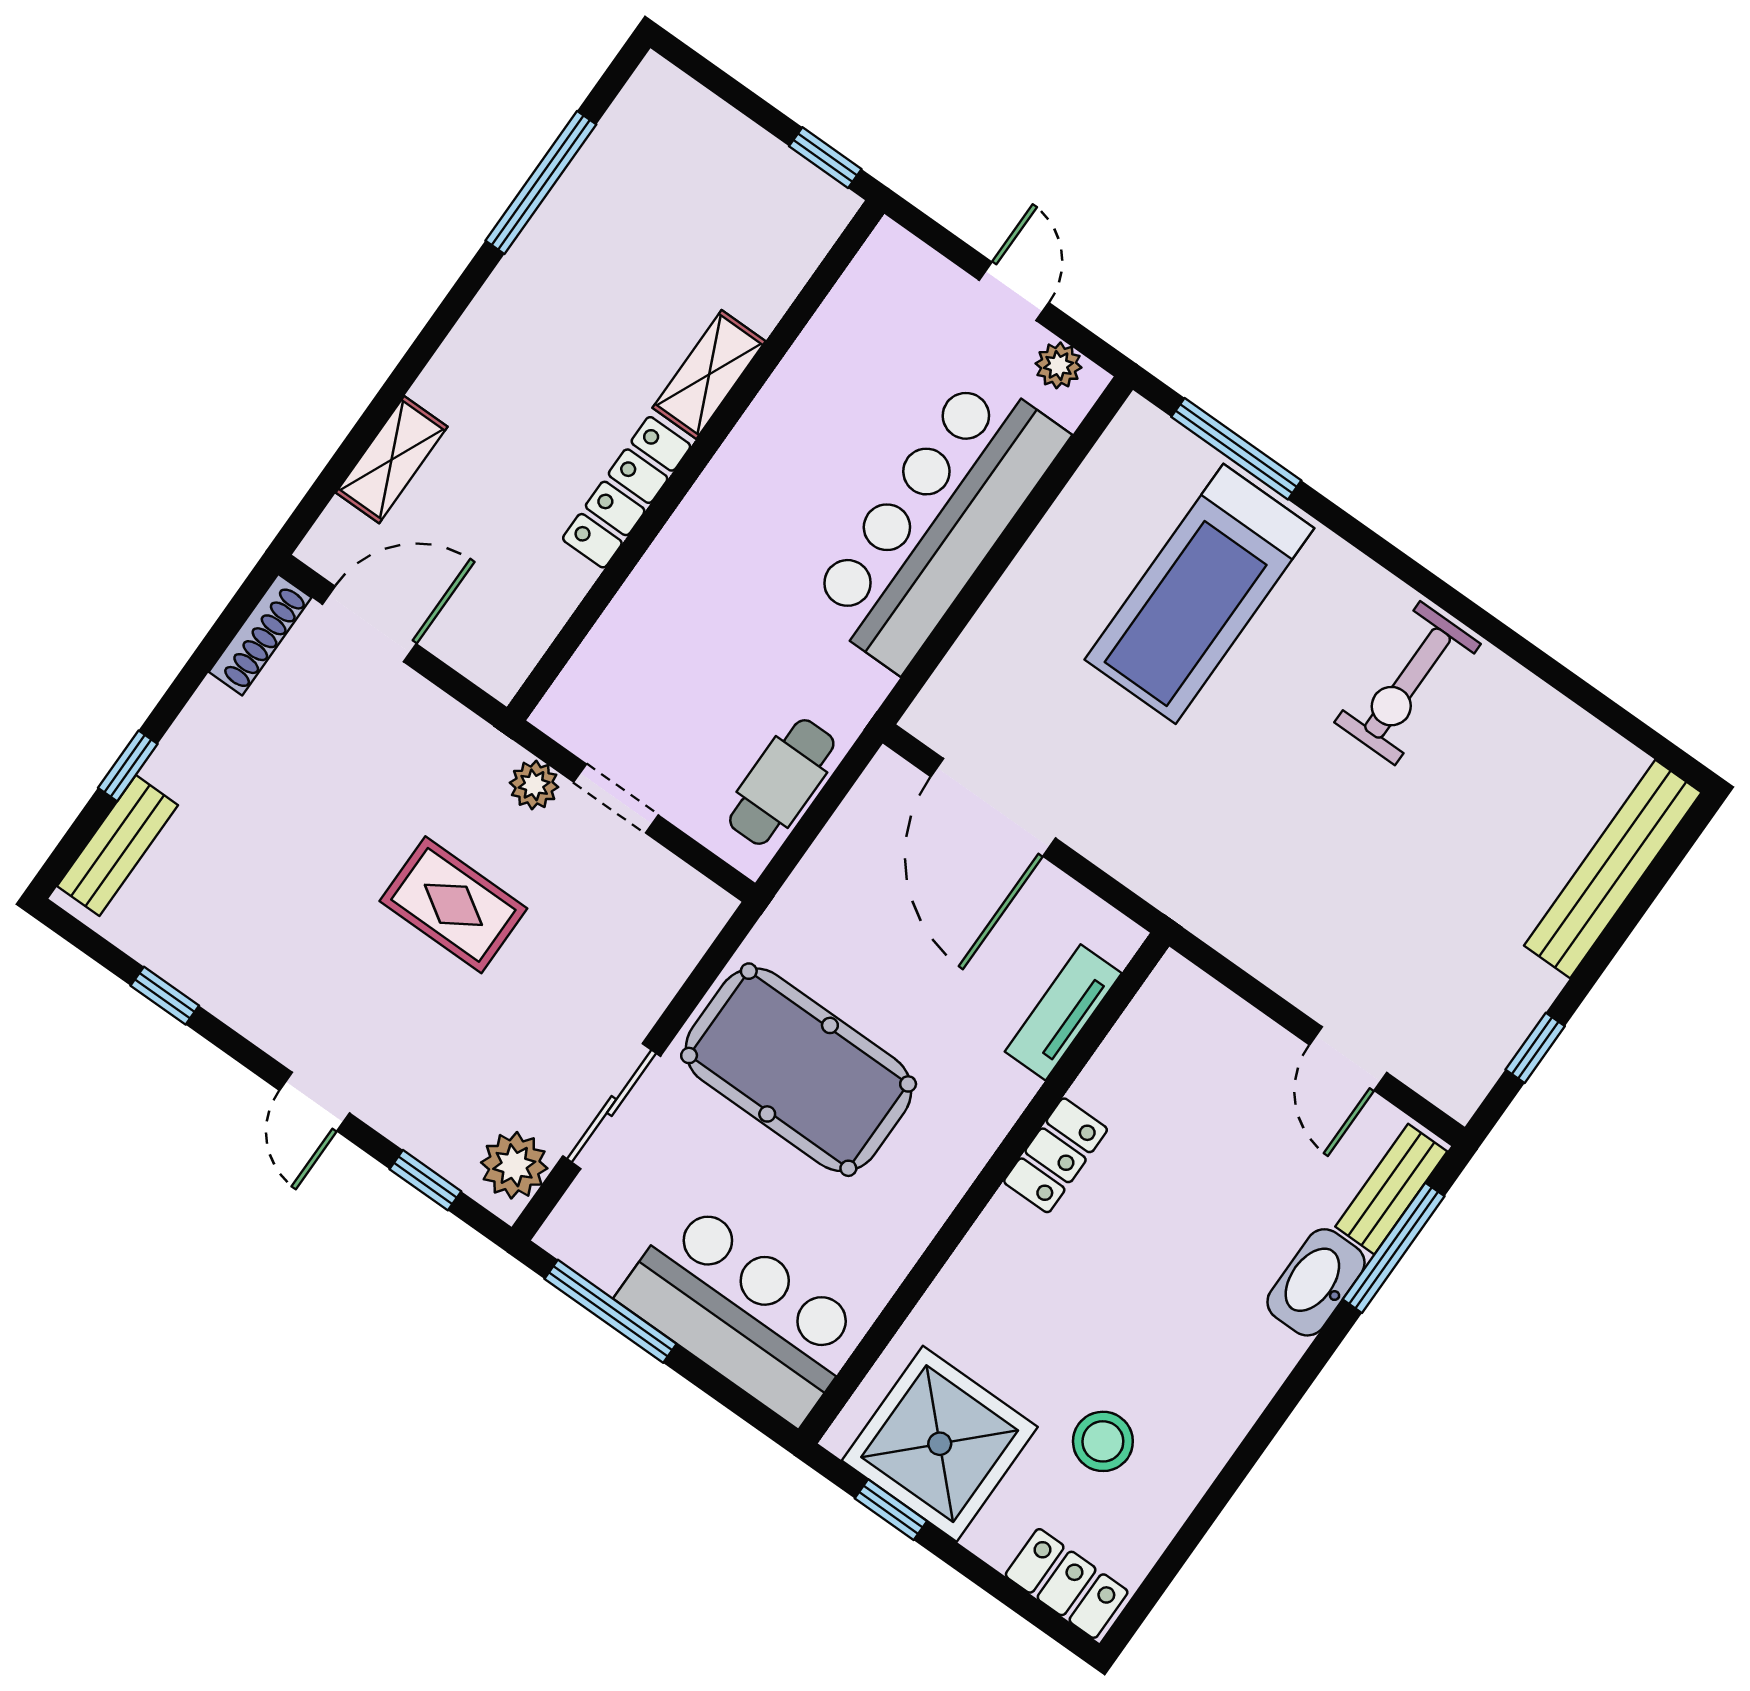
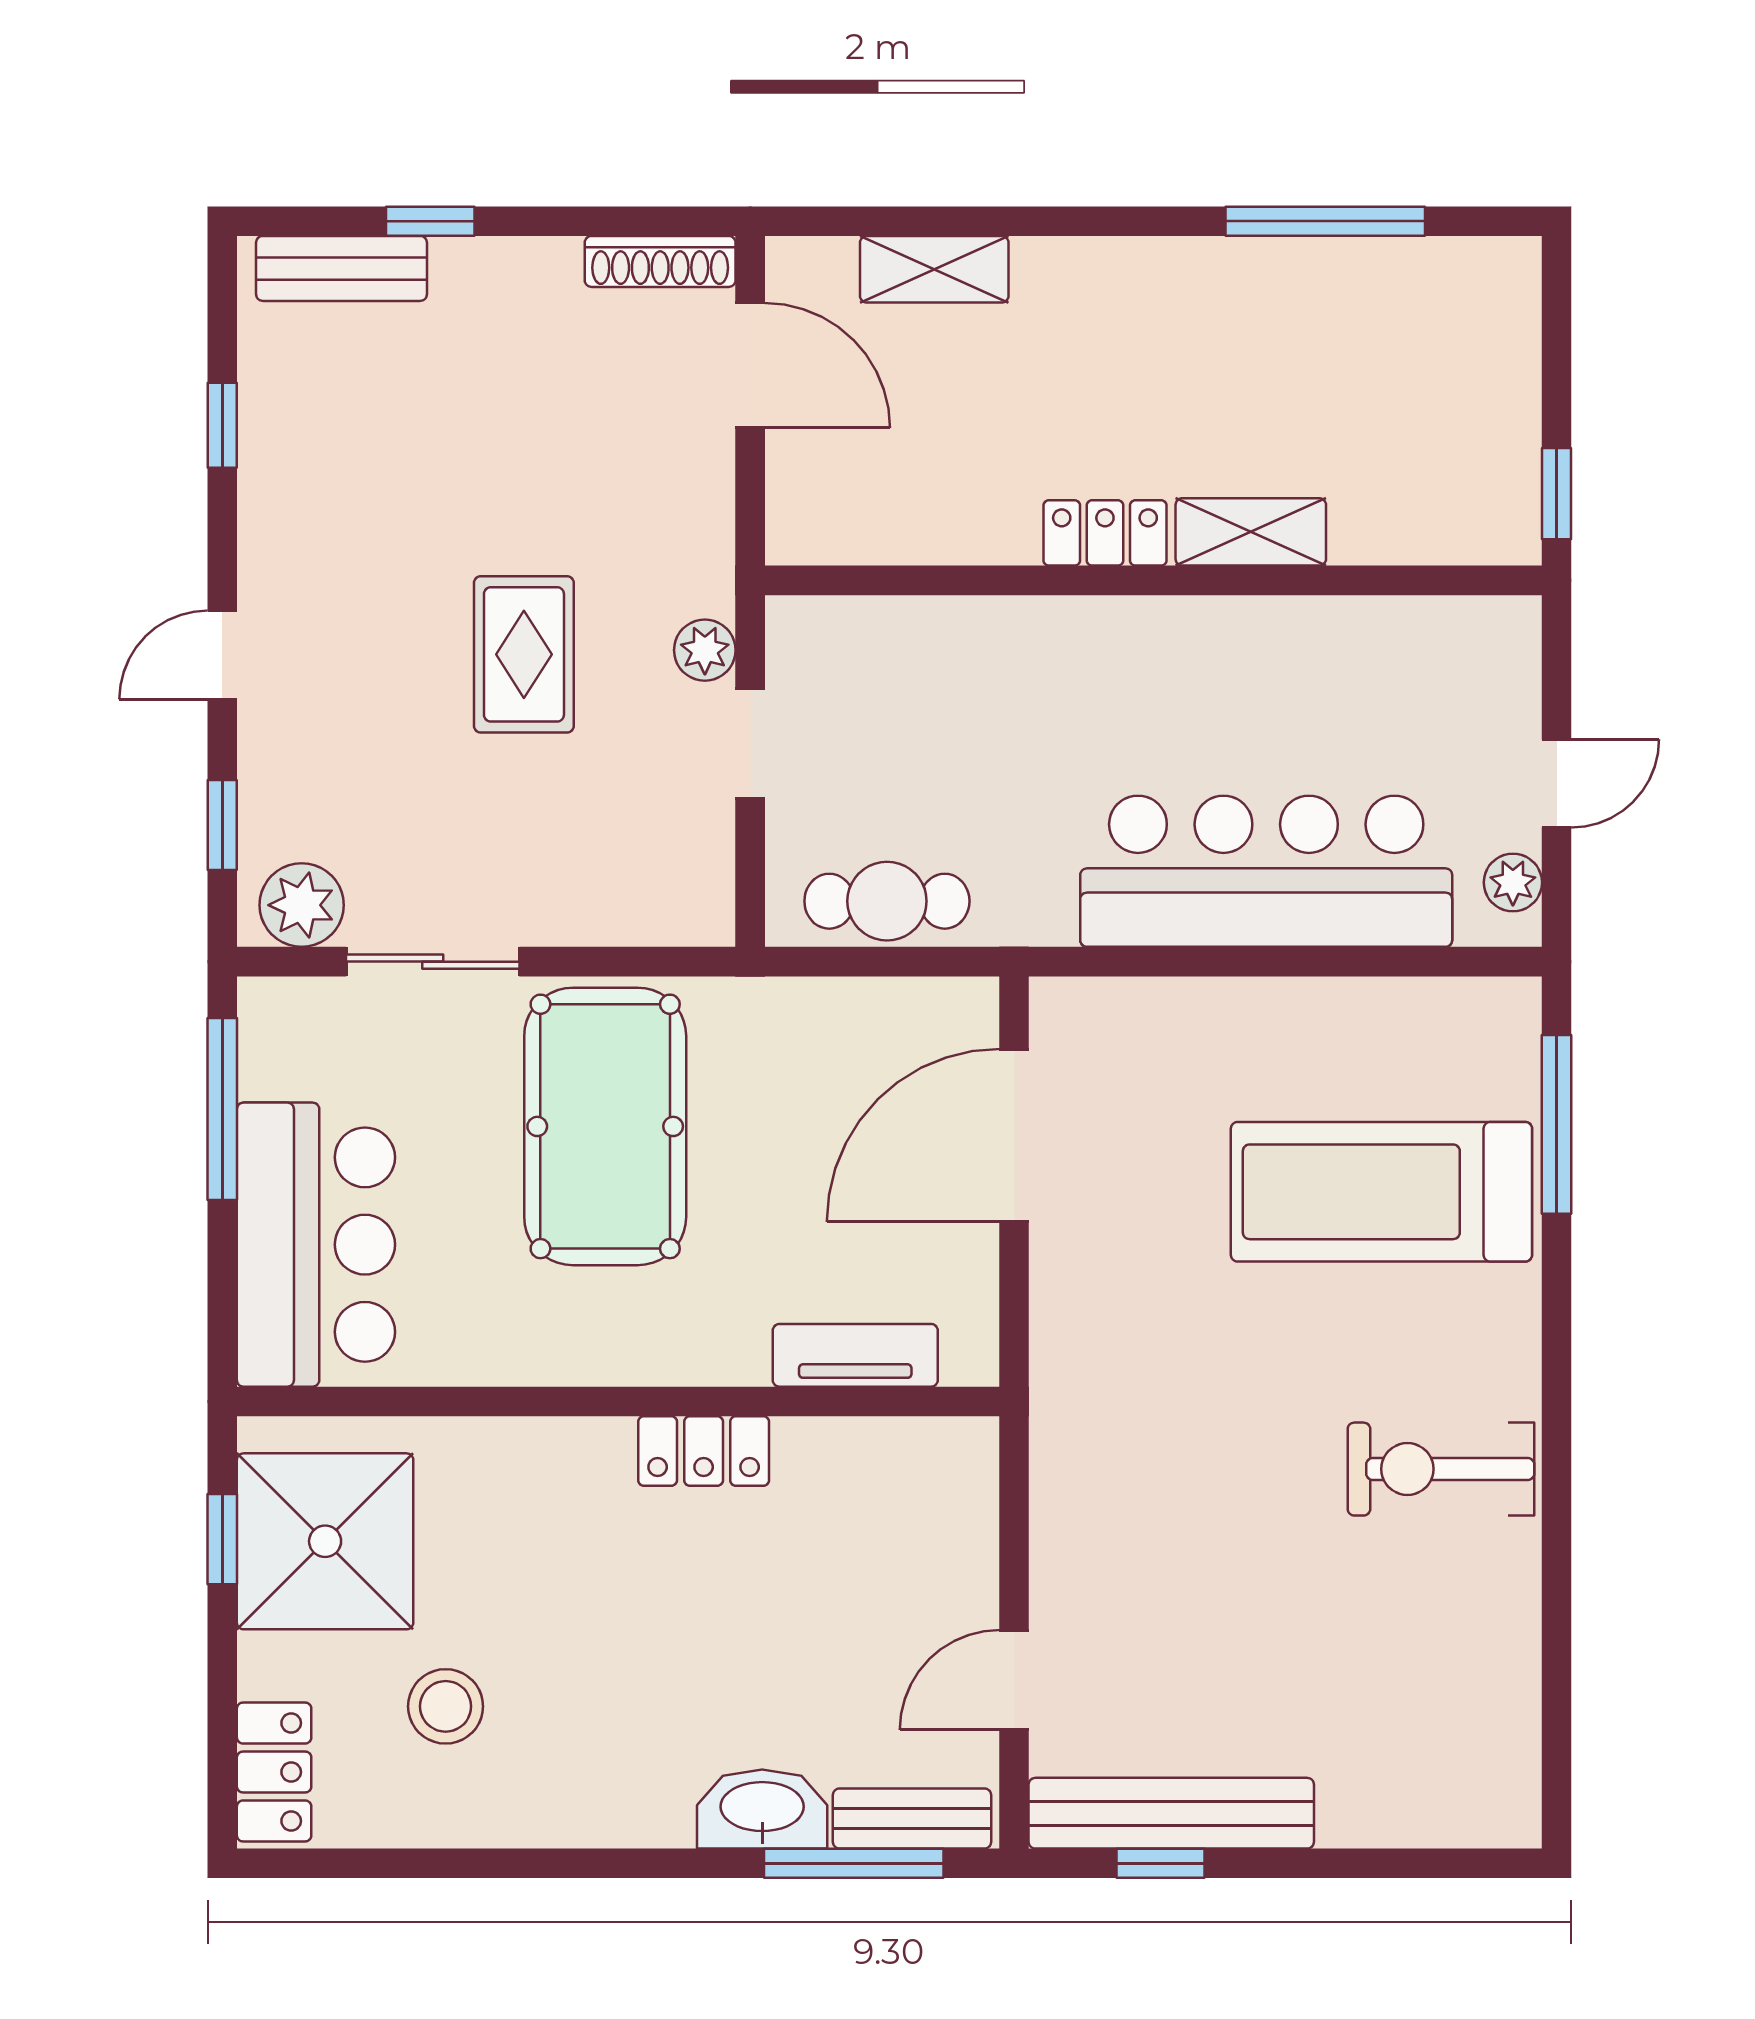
locker: (627, 492) -> (1105, 533), width x0.66
bench: (1613, 869) -> (1171, 1813), moved

